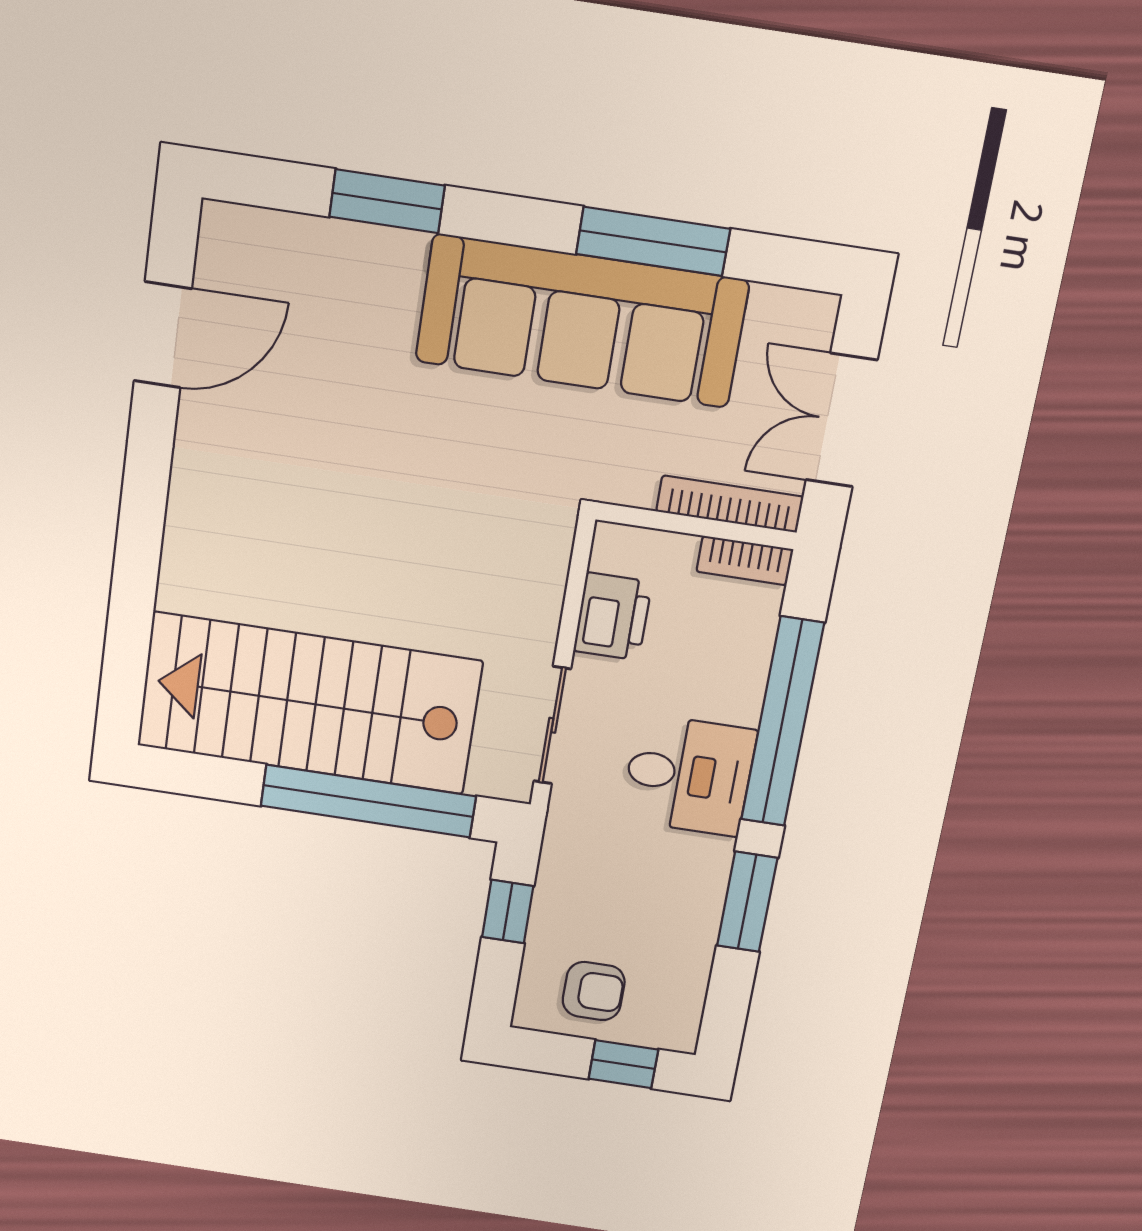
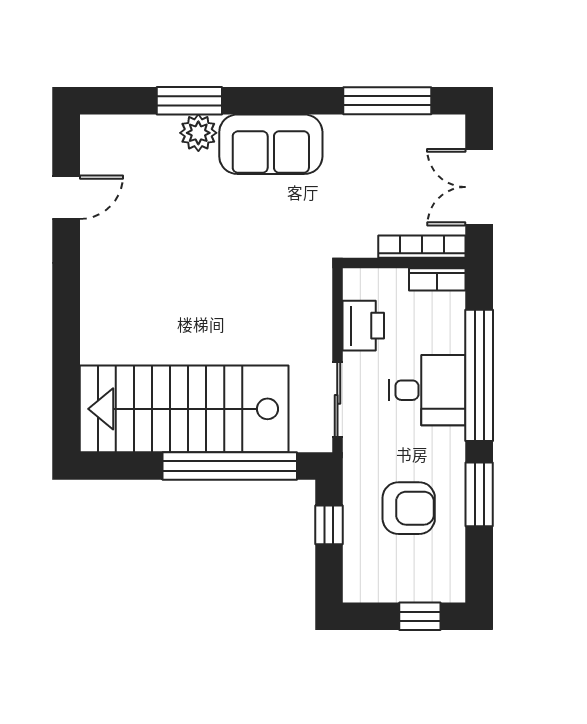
window: (653, 241) -> (387, 101), moved
plant: (394, 259) -> (198, 133), added
sofa: (581, 321) -> (271, 144), width x0.54, depth x0.79
door: (163, 335) -> (66, 197), width x0.73
desk: (689, 775) -> (427, 390), moved
armchair: (594, 991) -> (409, 508), moved, width x1.38, depth x1.38

